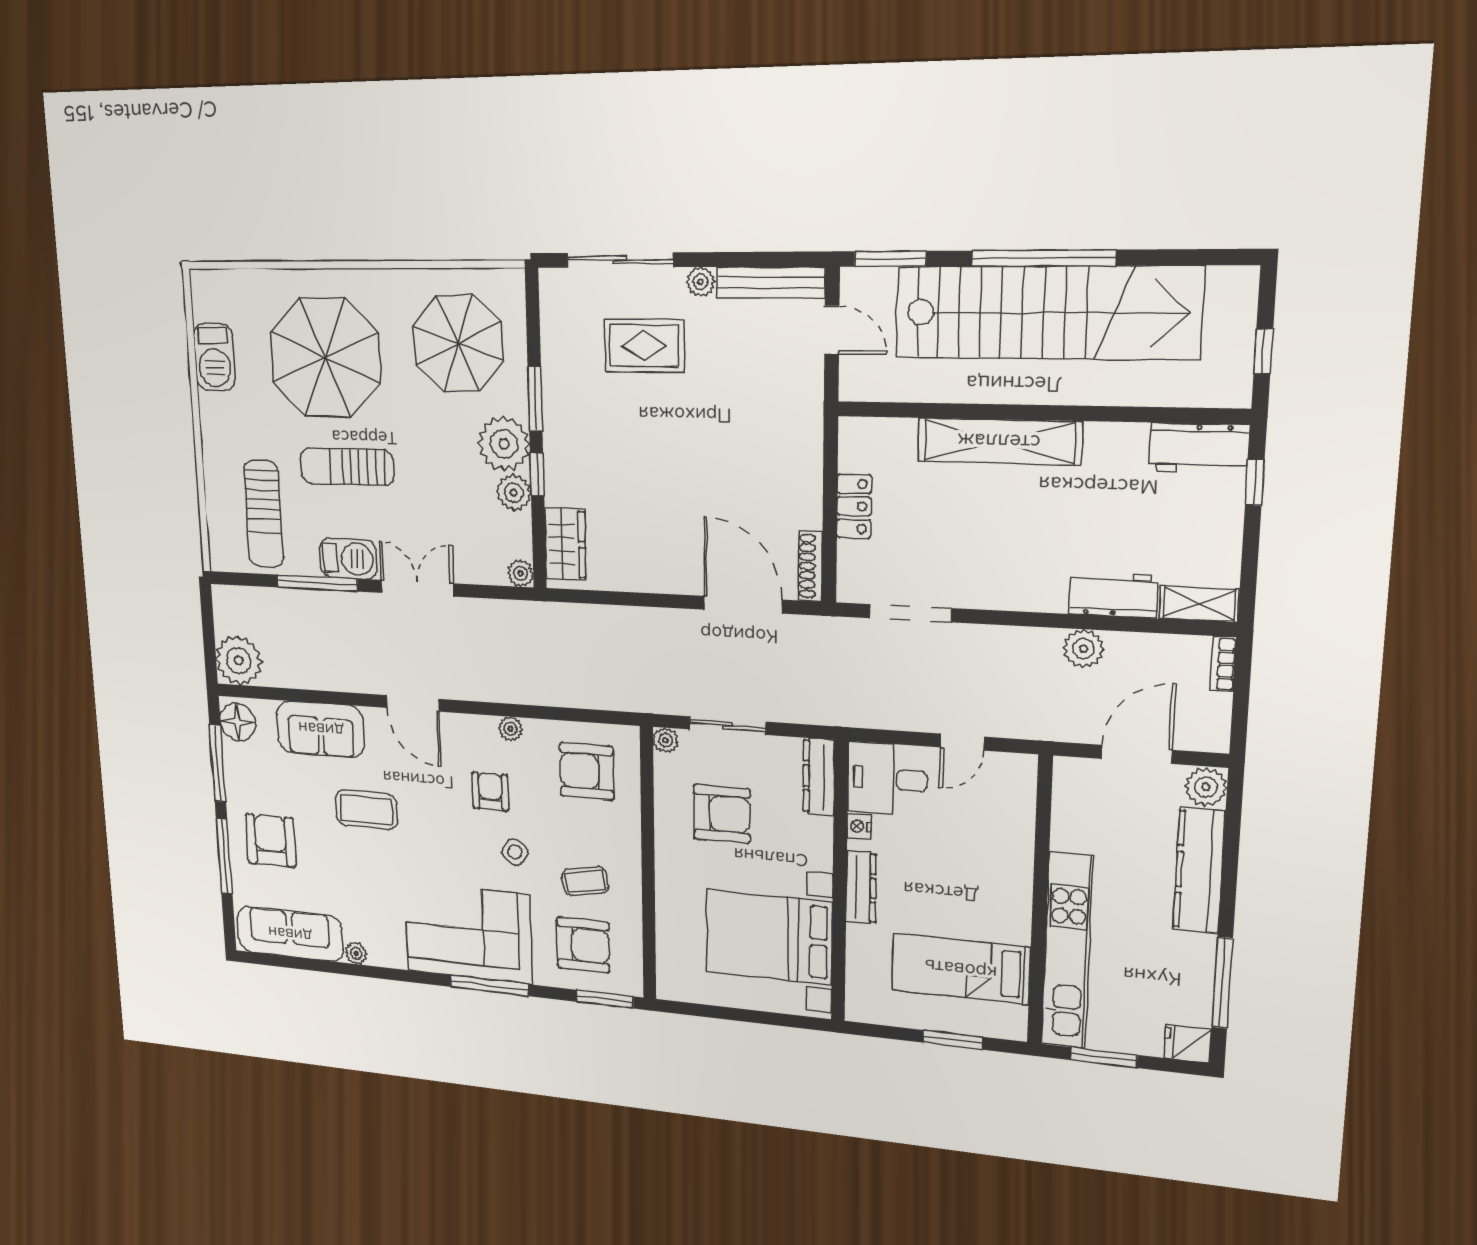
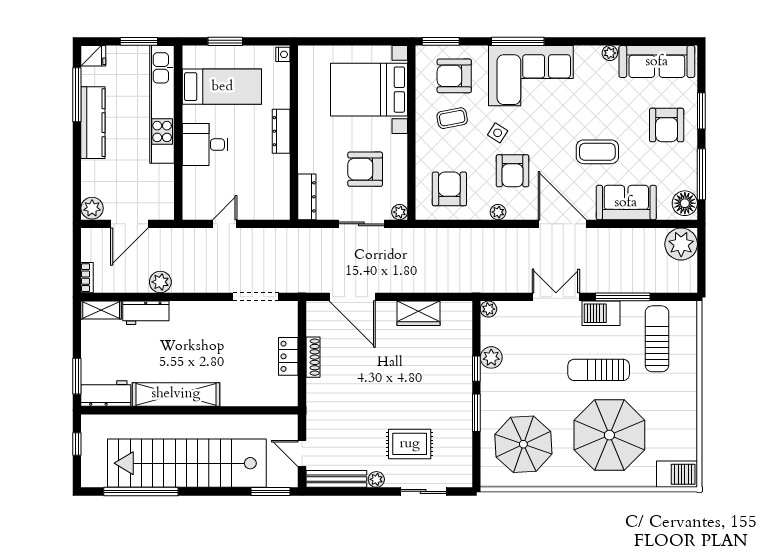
window: (1043, 258) -> (141, 491), moved
sliding door: (620, 260) -> (423, 491), width x0.73
barbecue: (214, 357) -> (677, 474), moved, turned 90
shelving: (999, 441) -> (176, 394), moved
plant: (504, 444) -> (496, 386), removed
sun lounger: (347, 467) -> (599, 370), turned 180
window: (1255, 482) -> (77, 376), width x1.50
wardrobe: (565, 544) -> (418, 313), moved, turned -90
shoe rack: (810, 566) -> (313, 357), moved
double door: (417, 588) -> (556, 297), swing flipped
door: (413, 703) -> (562, 224), width x1.36
armchair: (587, 771) -> (449, 189), turned -90
desk: (887, 779) -> (205, 145), moved, turned 180
armchair: (490, 792) -> (513, 171), width x1.38, depth x1.38
nightstand: (859, 826) -> (283, 54), moved
window: (224, 856) -> (701, 111), width x0.69
kitchen counter: (1199, 871) -> (93, 123), moved
bed with nightstands: (769, 937) -> (369, 90), moved, turned 180

